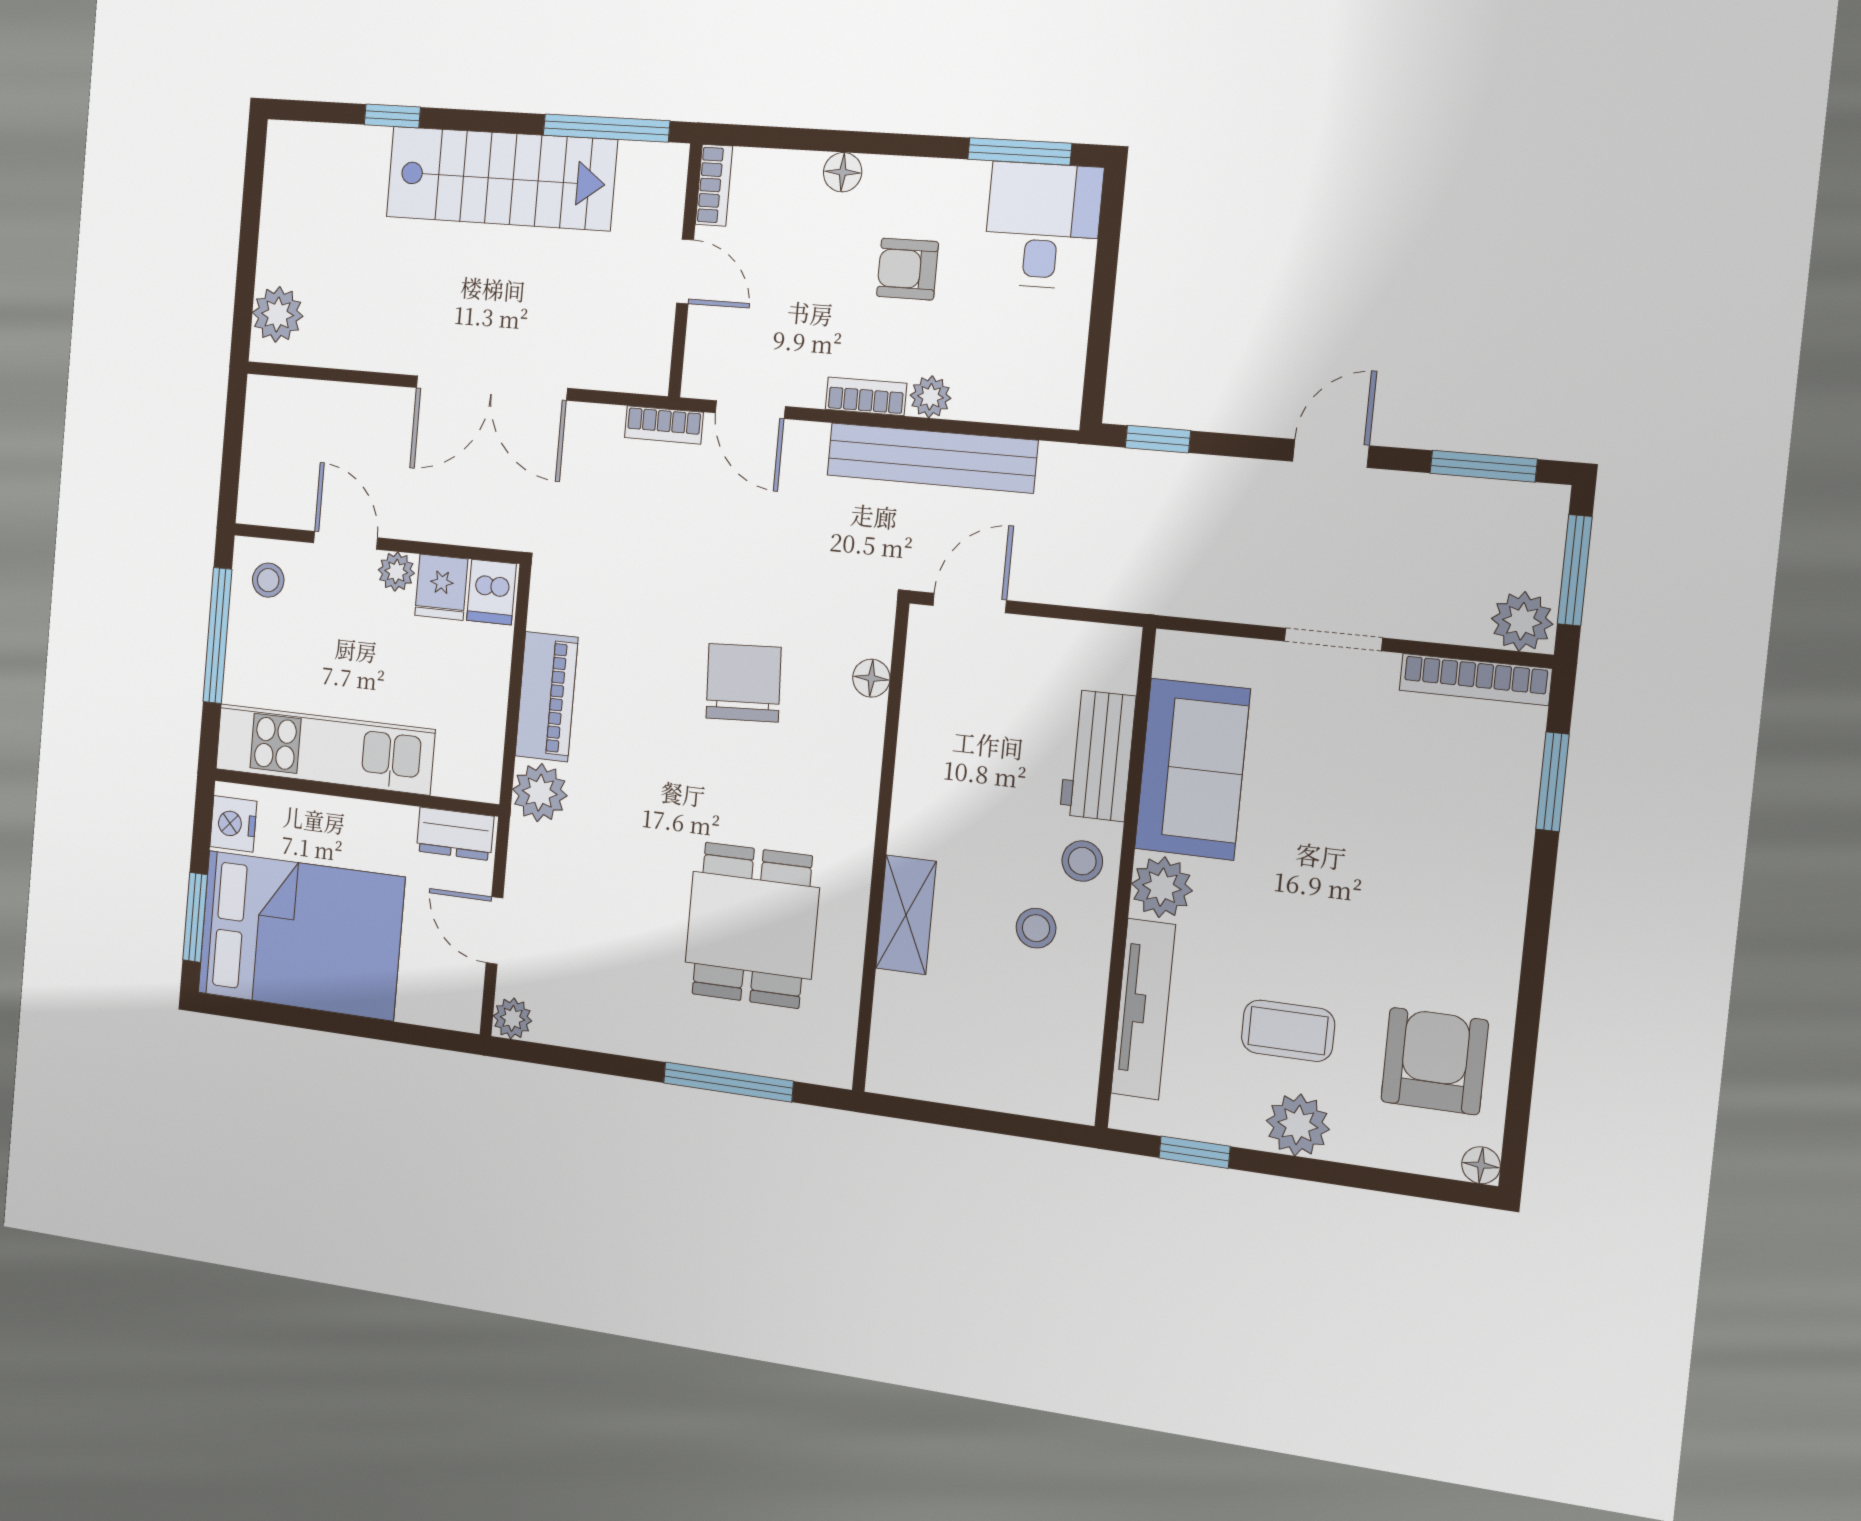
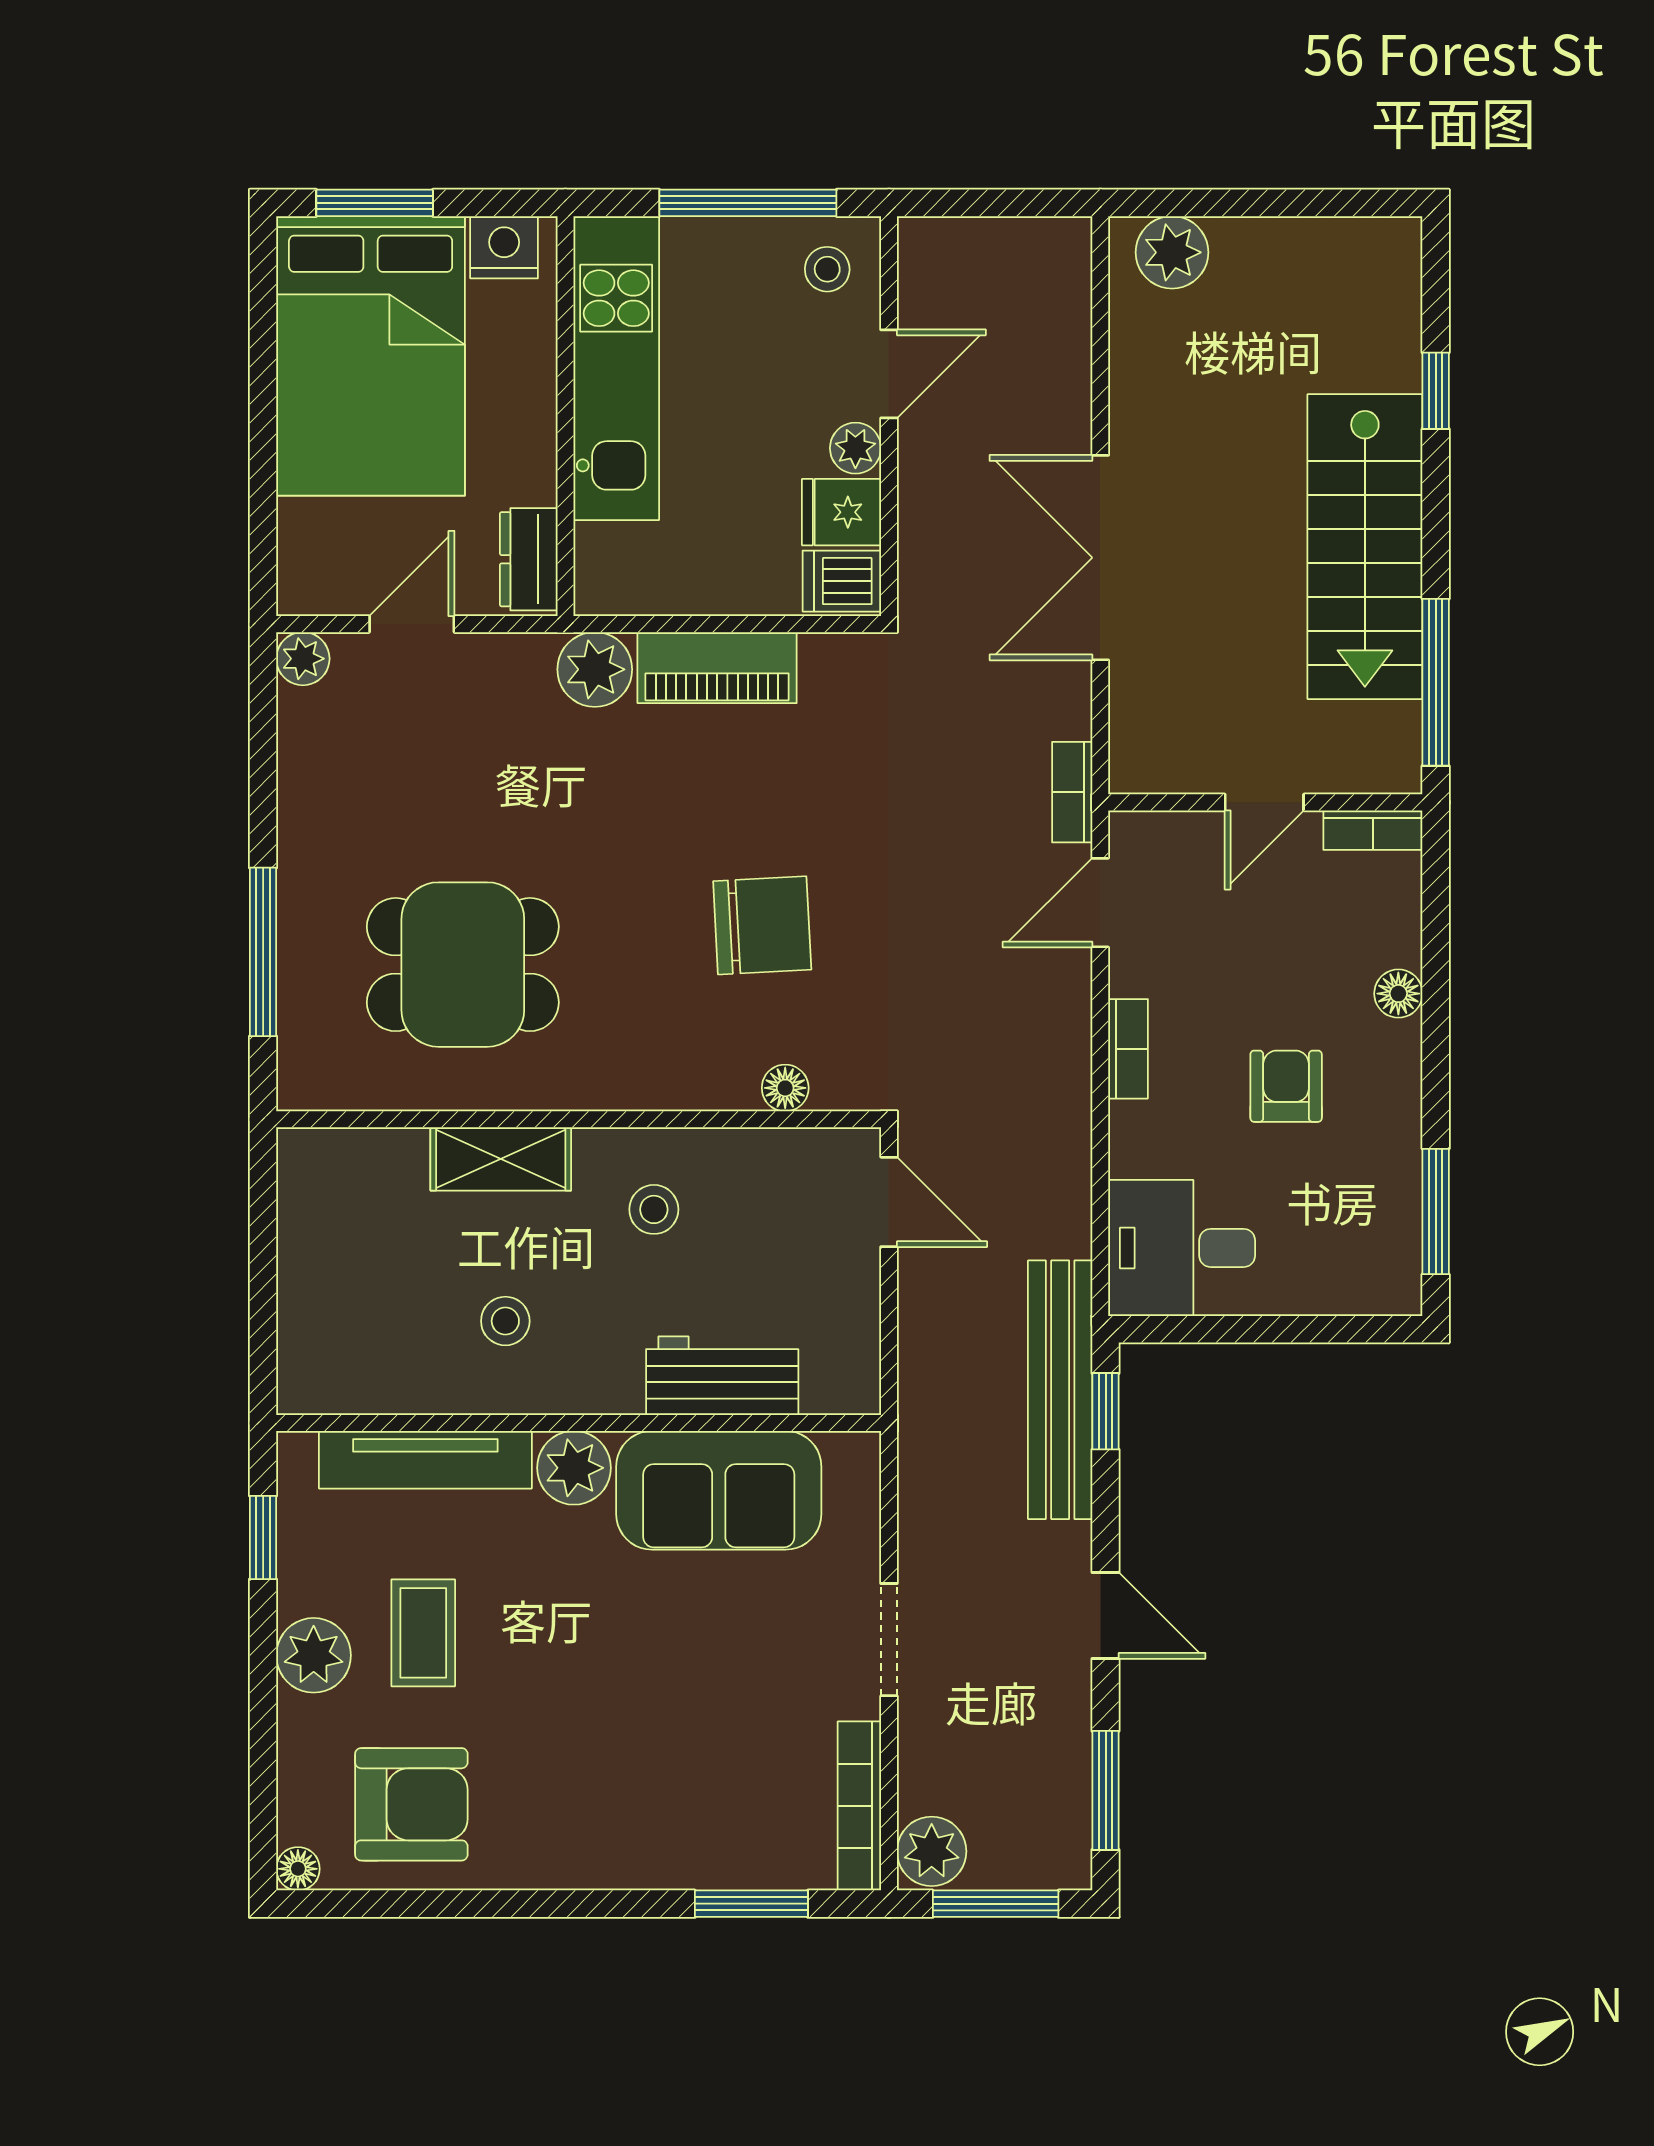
desk: (1043, 225) -> (1182, 1248), moved, turned 180
plant: (930, 397) -> (1134, 1130), removed
bench: (932, 458) -> (1060, 1390), moved
stool: (1082, 861) -> (654, 1209), moved

